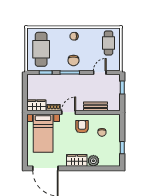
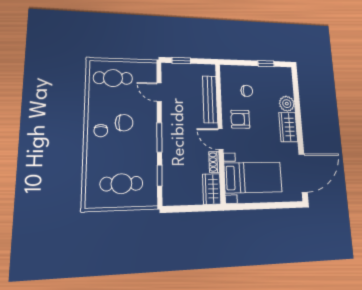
cafe table: (41, 49) -> (121, 184), width x0.73, depth x0.74
chair: (73, 60) -> (124, 123), moved
bench: (95, 106) -> (210, 99), width x1.36

